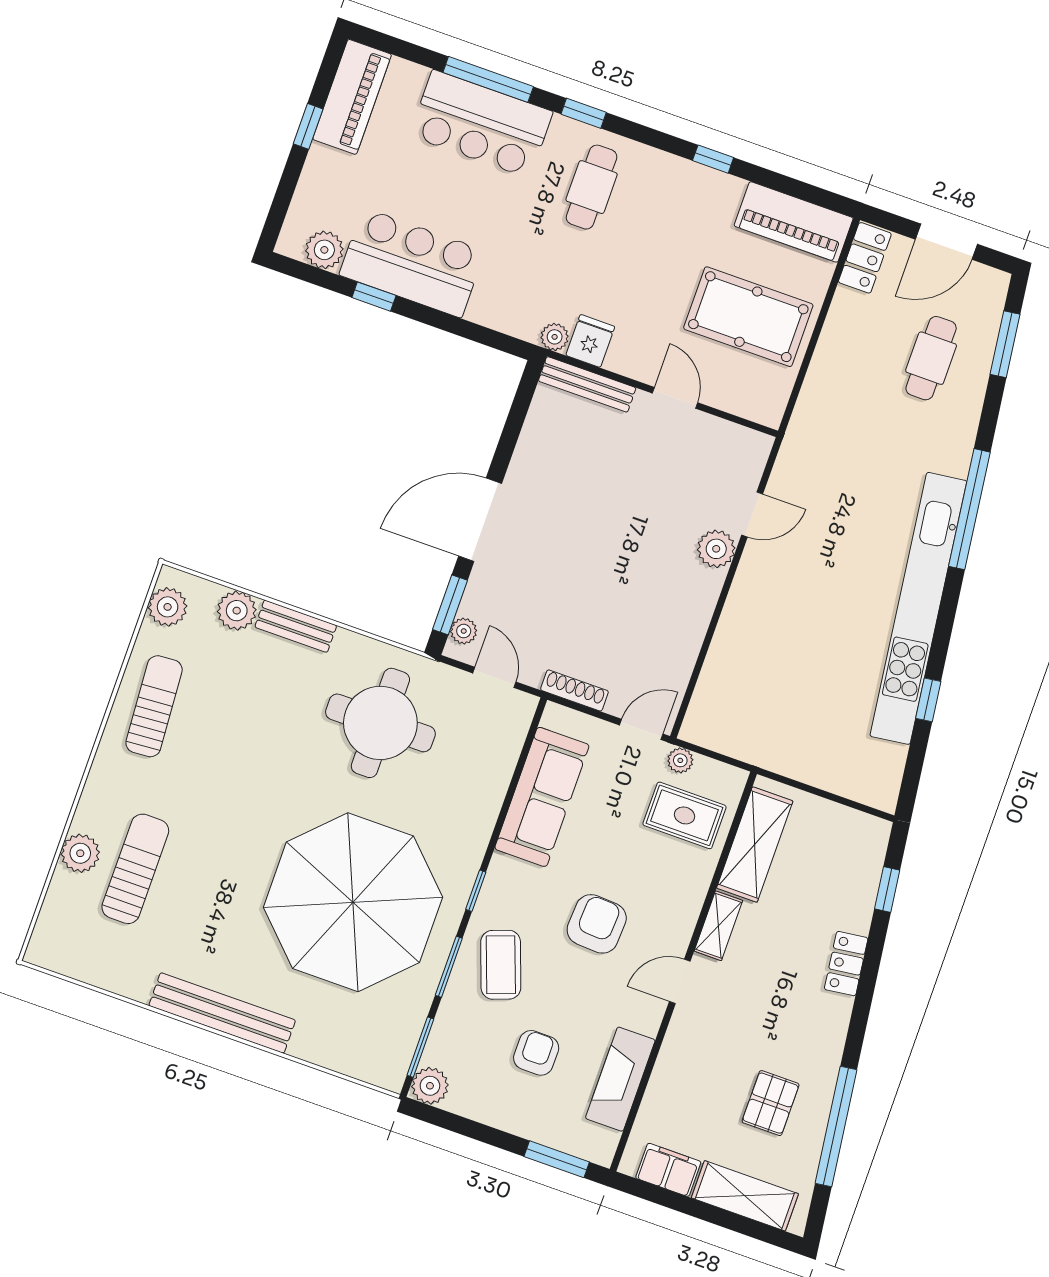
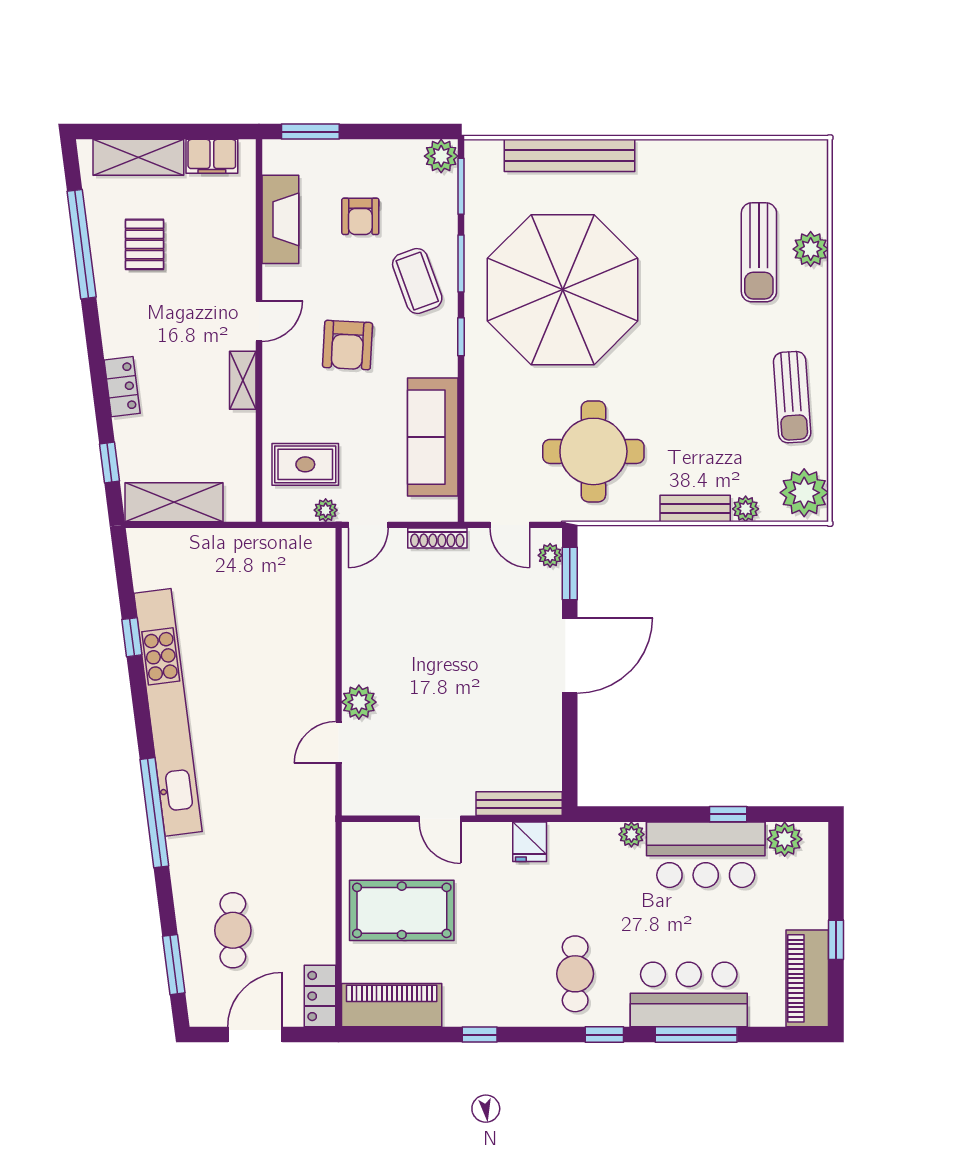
plant: (555, 337) -> (631, 834), moved
plant: (168, 607) -> (804, 493), width x1.36, depth x1.36
plant: (237, 611) -> (746, 509), width x0.73, depth x0.73
shelving: (755, 845) -> (174, 502), moved, turned 90
bench: (222, 1013) -> (569, 155), moved

